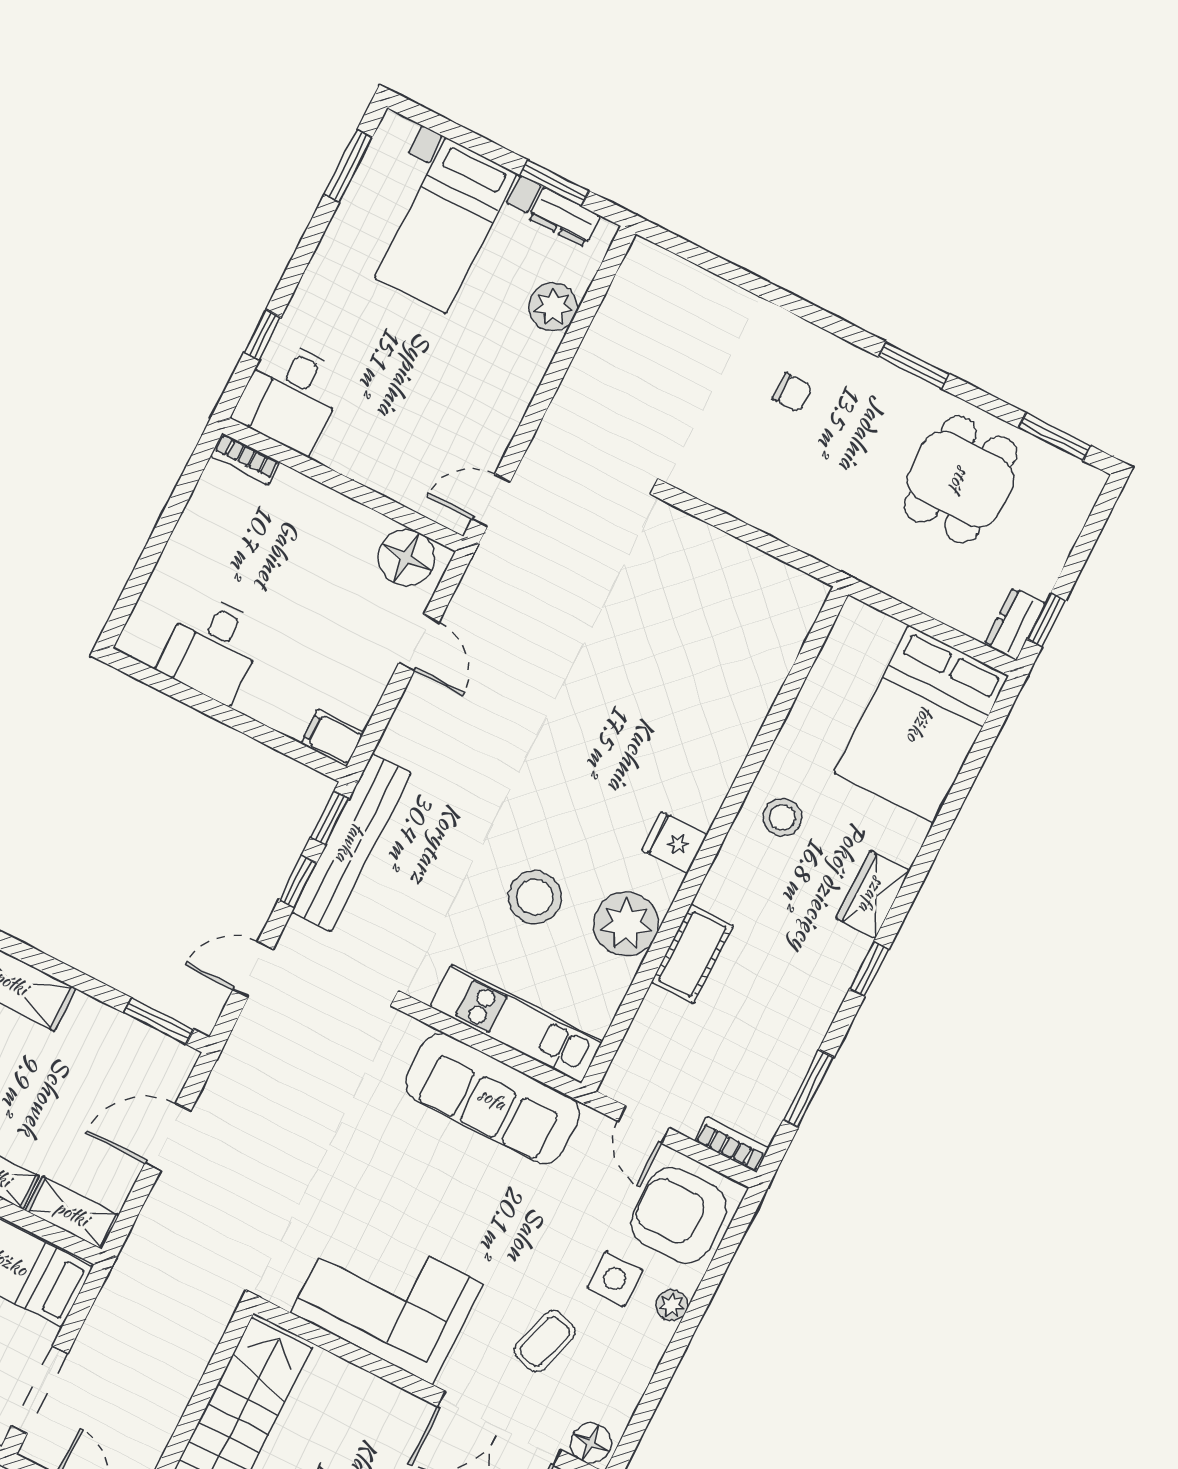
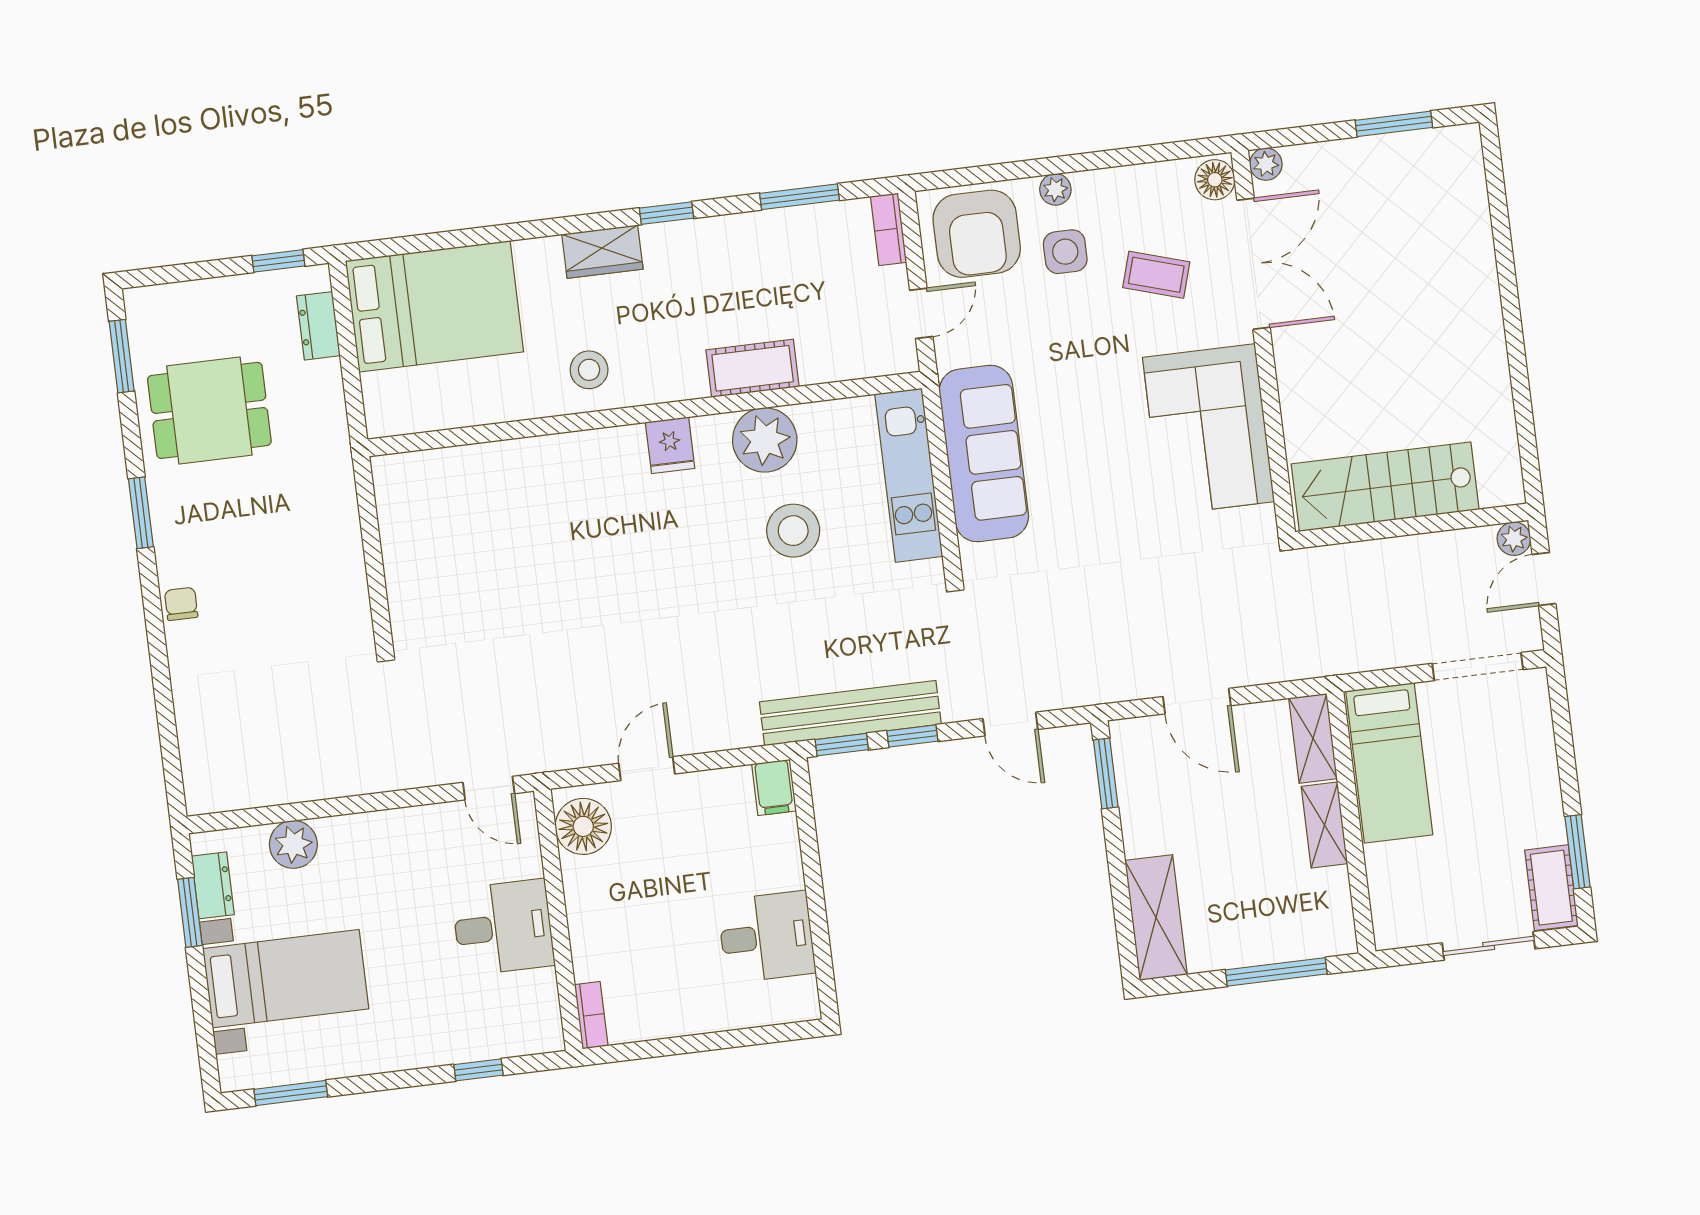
chair: (792, 392) -> (181, 604), moved
desk: (290, 396) -> (503, 927), moved
dresser: (1015, 624) -> (318, 326), moved, turned 90

